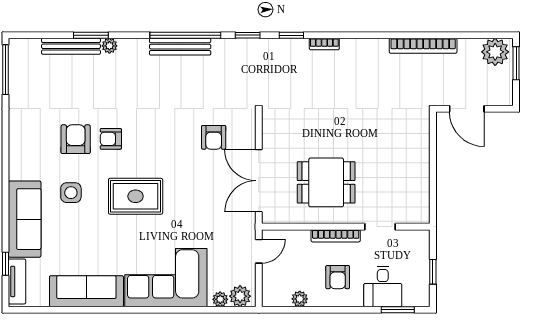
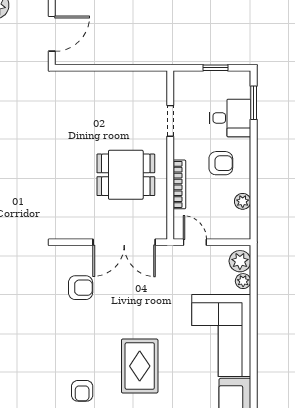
dining table: (326, 182) -> (126, 175), turned 90
bookcase: (336, 236) -> (179, 184), moved

